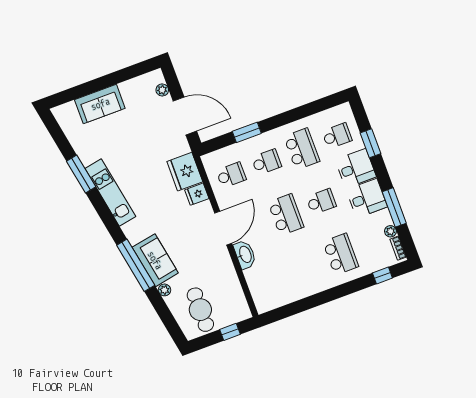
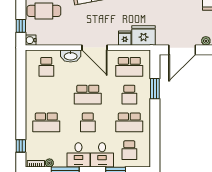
school desk: (231, 175) -> (129, 67), width x1.85
school desk: (270, 280) -> (46, 67), added
water cooler: (244, 313) -> (31, 40), added

